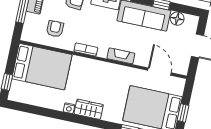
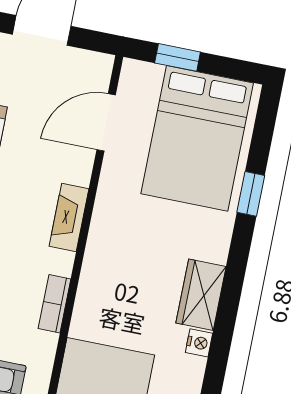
window: (183, 113) -> (178, 57), moved

